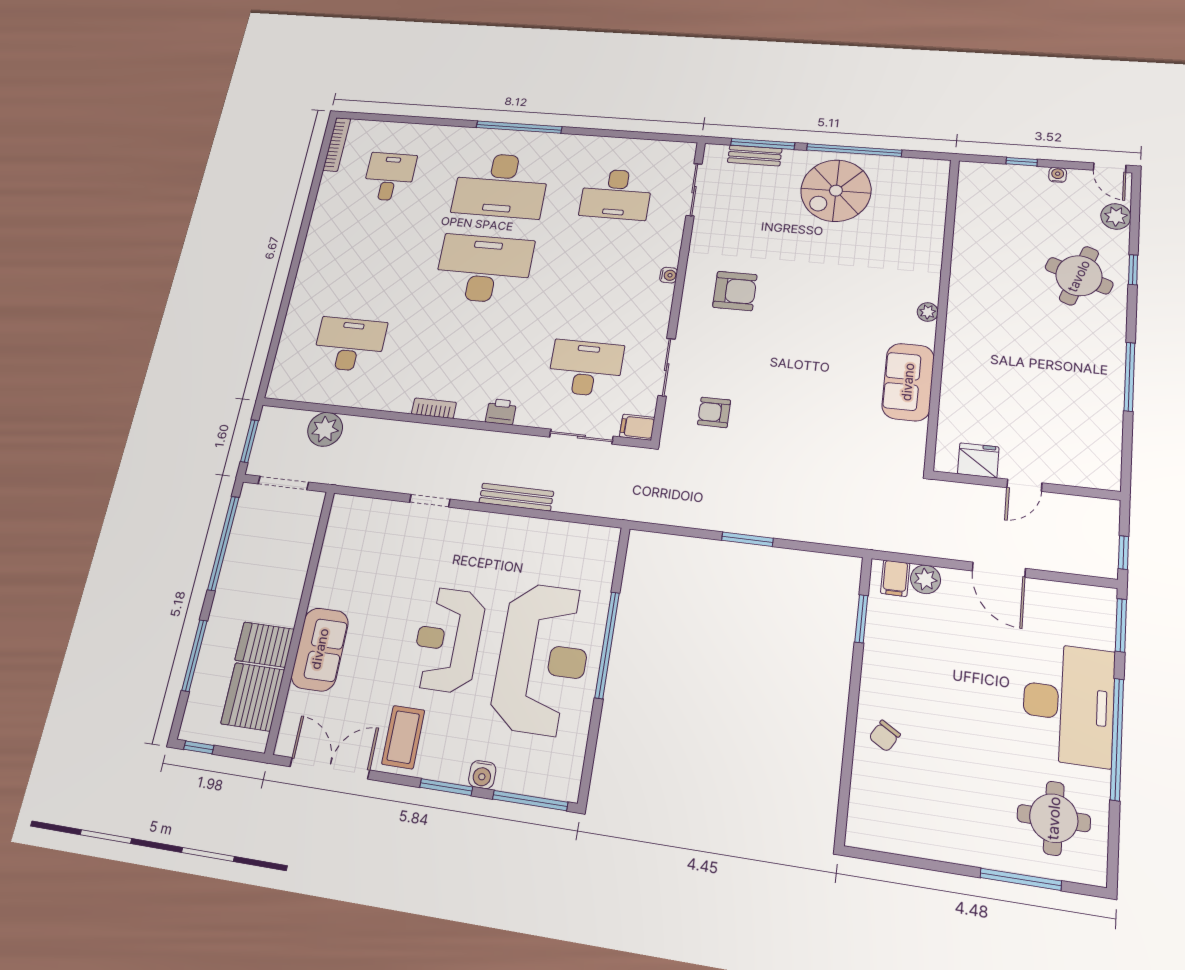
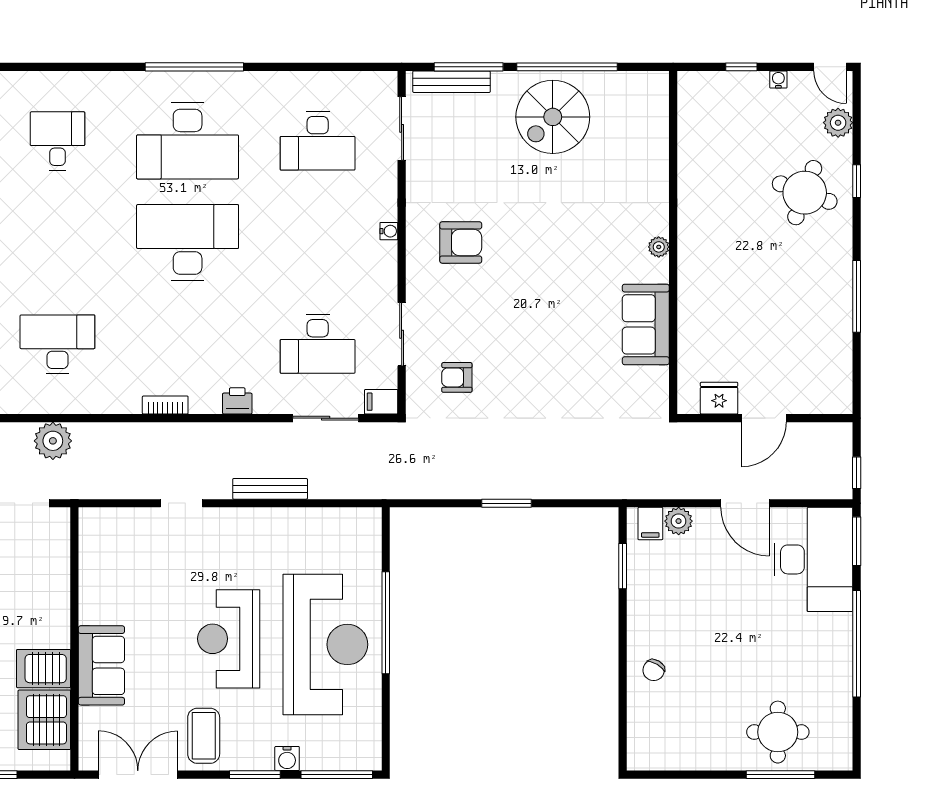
bench: (755, 155) -> (451, 82), width x1.36
desk: (586, 368) -> (318, 344), turned 180
door: (1024, 485) -> (764, 418), width x1.38
desk: (1068, 704) -> (814, 559), moved
round table: (1054, 818) -> (778, 732), moved

